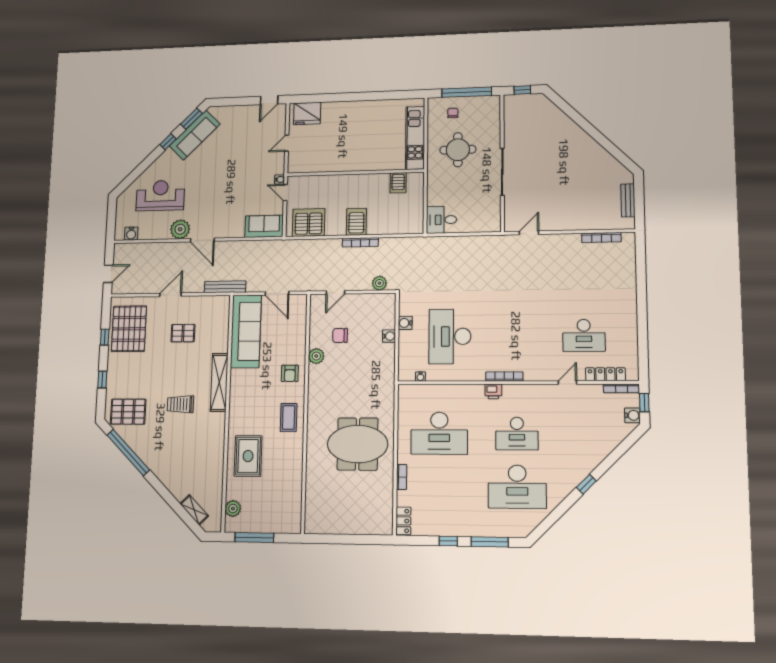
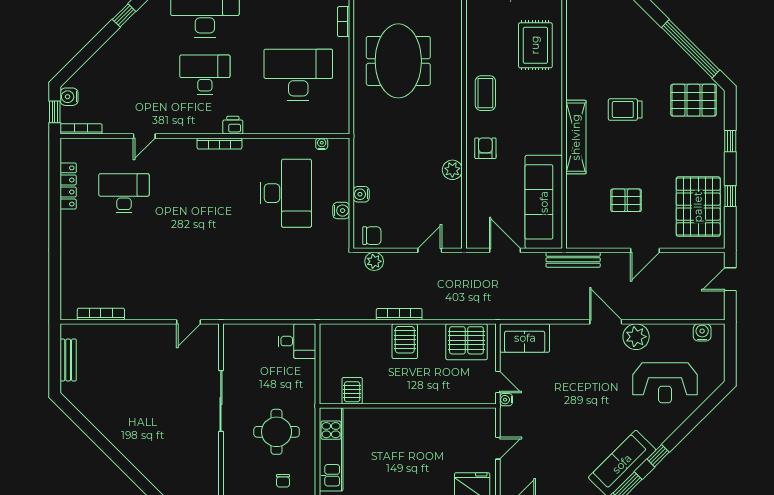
chair: (340, 335) -> (372, 236), moved
locker: (605, 374) -> (68, 186), moved, turned -90
trolley: (180, 404) -> (625, 110), turned 180
meeting table: (358, 444) -> (398, 61), turned 90

